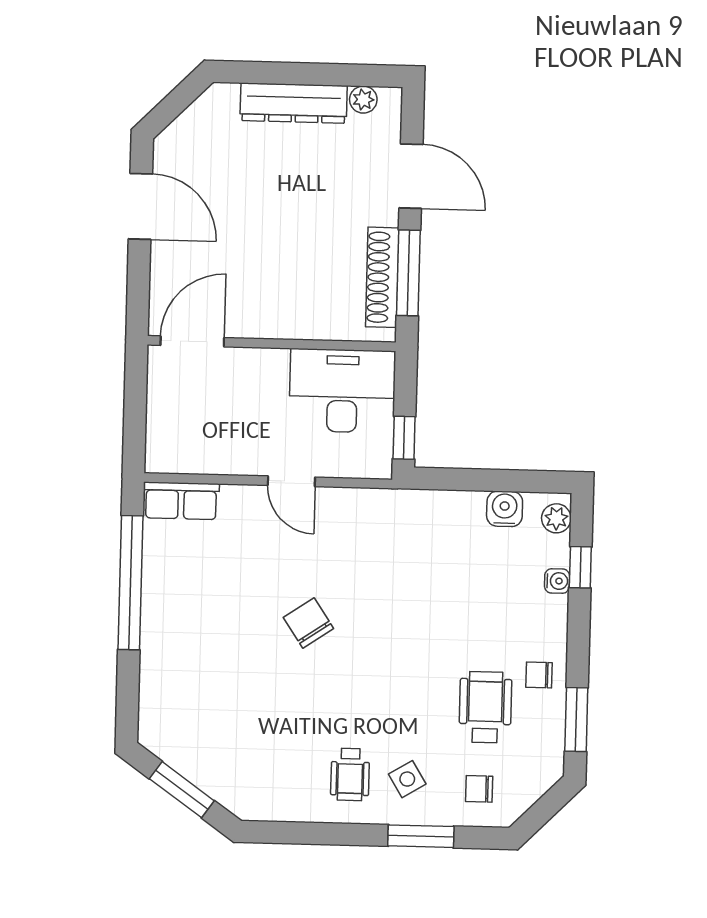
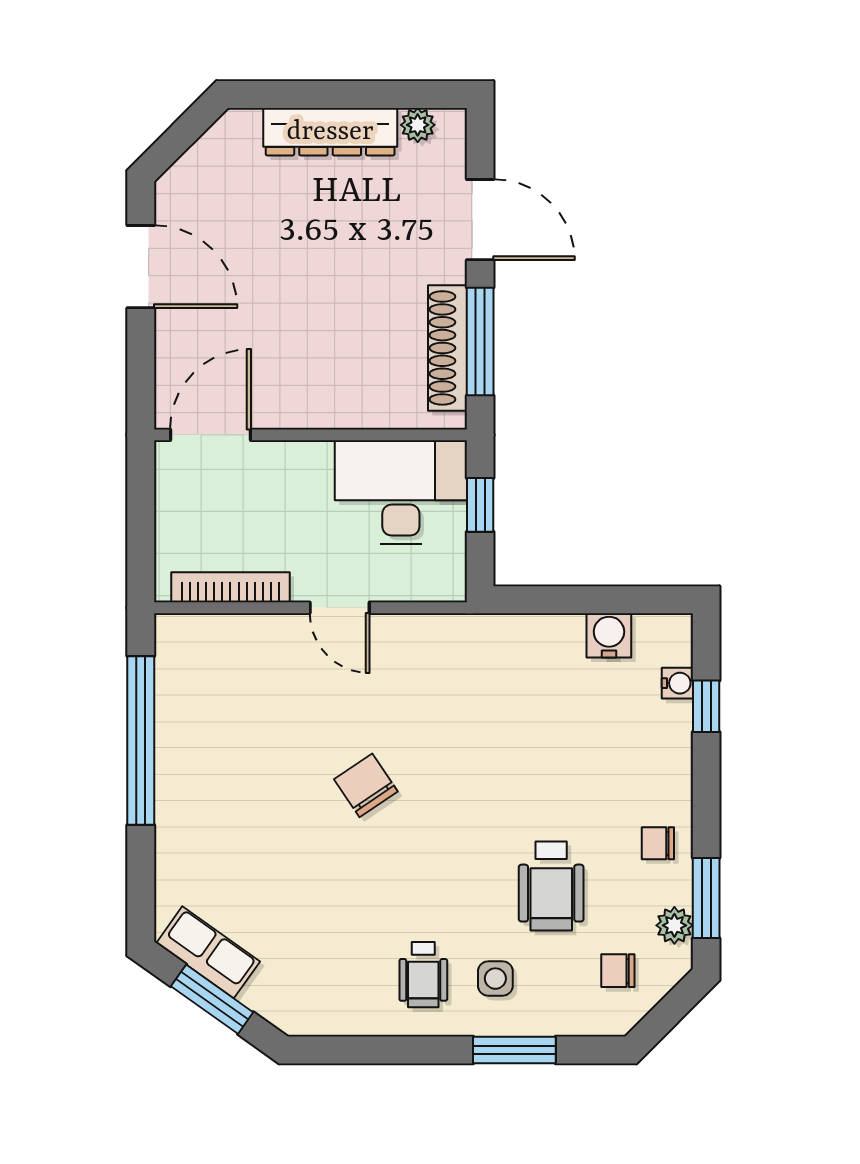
window: (404, 438) -> (480, 505), moved
bookcase: (205, 463) -> (230, 587), added
row of seats: (181, 501) -> (208, 952), moved, turned -145
plant: (556, 518) -> (674, 925), moved
water cooler: (557, 581) -> (677, 683), moved
wheelchair: (485, 707) -> (551, 886), moved, turned 180
side table: (407, 779) -> (495, 979), turned 31
chair: (479, 789) -> (618, 971), moved

